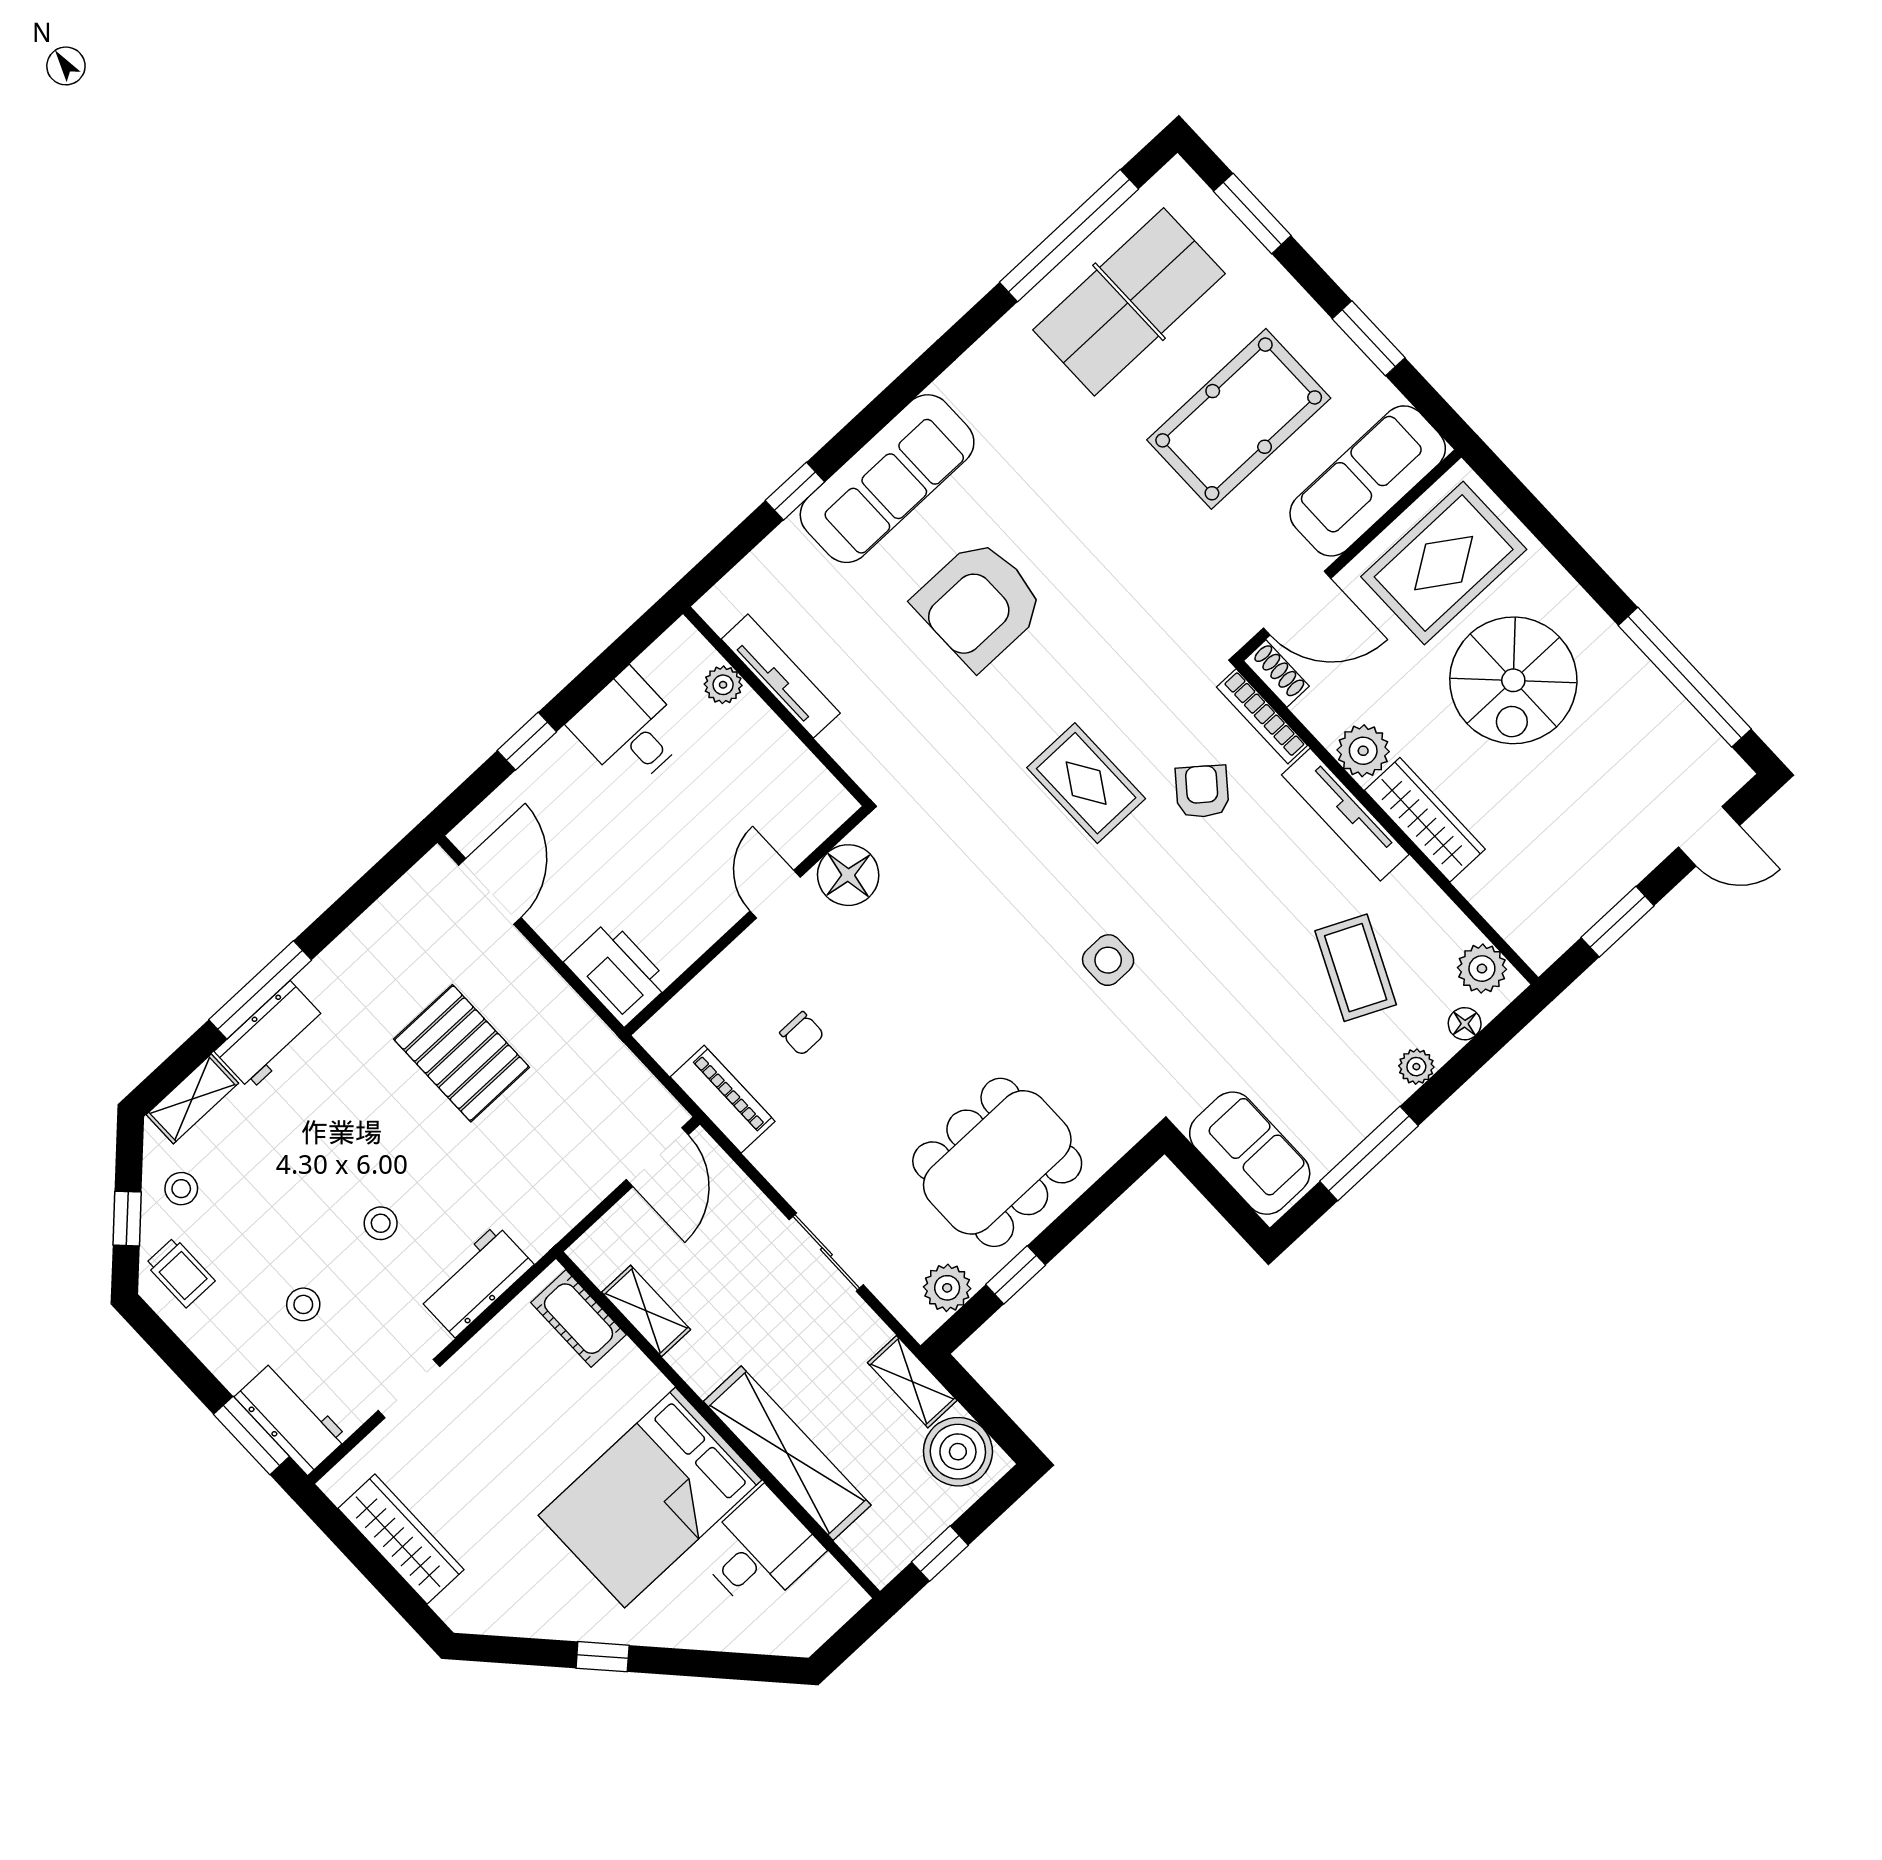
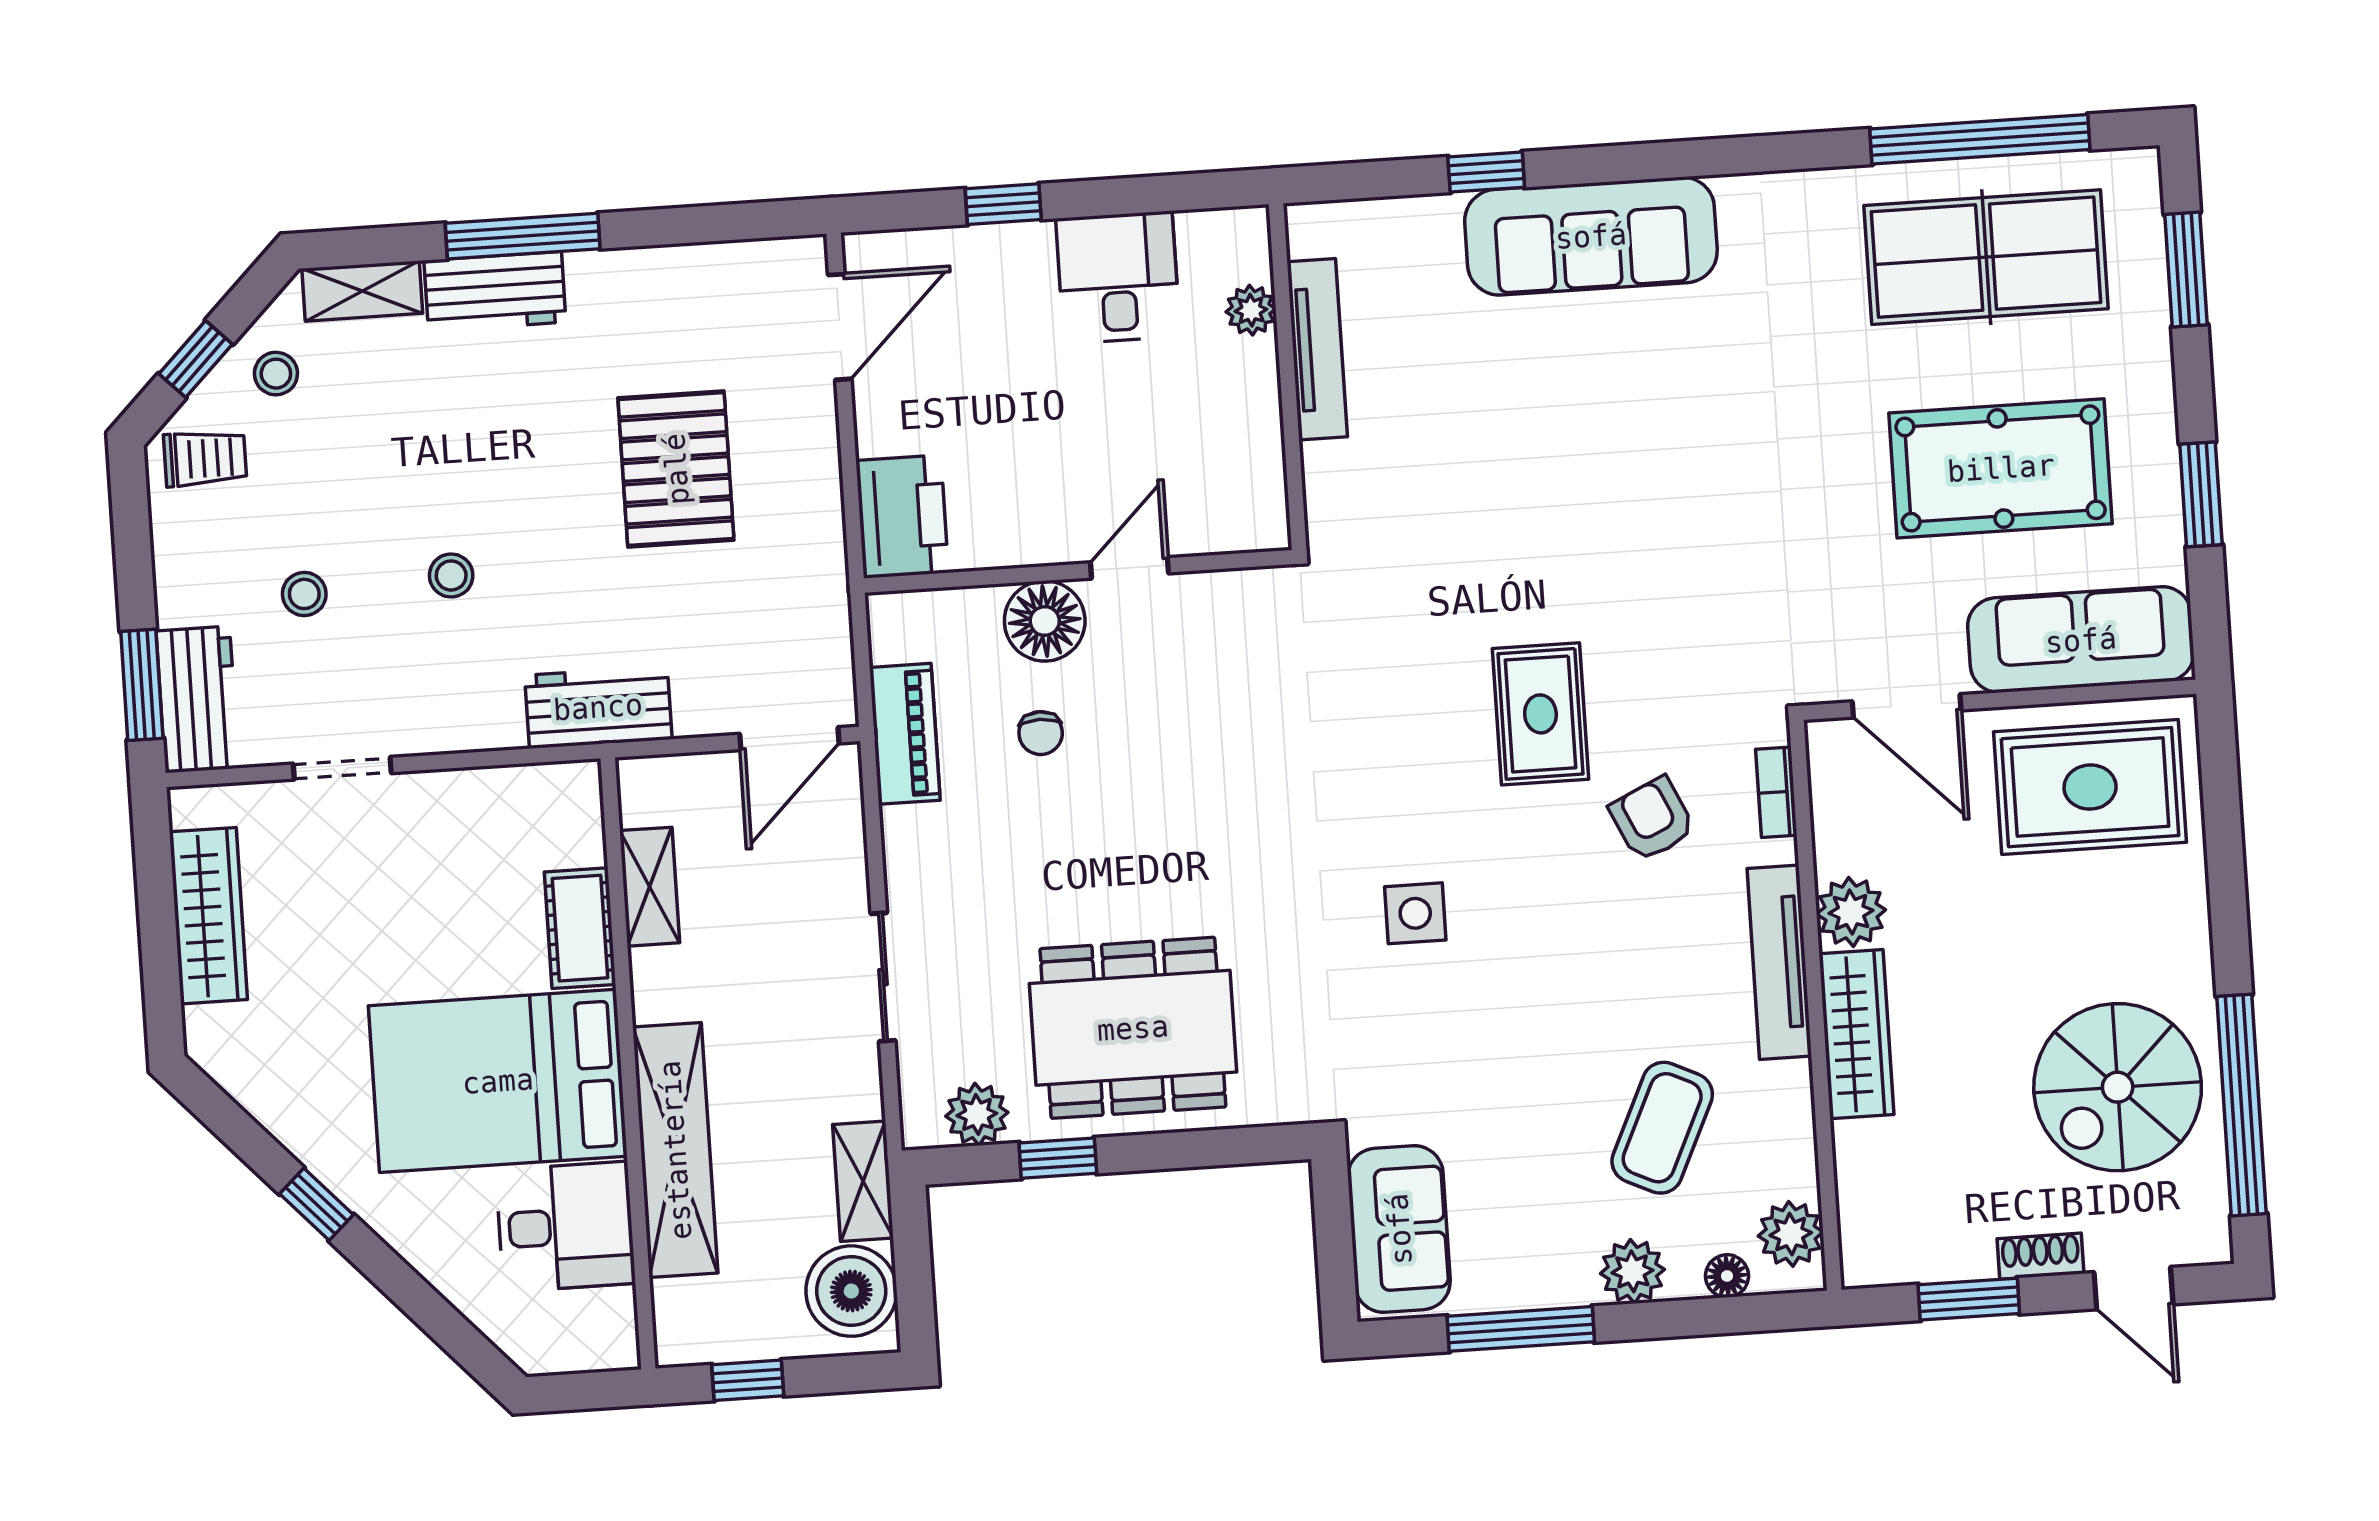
armchair: (979, 604) -> (1580, 441), removed
shoe rack: (1276, 674) -> (2041, 1256), moved, turned -90
spiral stairs: (1513, 680) -> (2118, 1087), moved
bookcase: (1262, 716) -> (1776, 792), width x0.64
armchair: (1202, 792) -> (1652, 819), turned -64
floor lamp: (848, 875) -> (1045, 621), moved
plant: (1416, 1067) -> (1632, 1271), width x1.38, depth x1.38
trolley: (180, 1272) -> (205, 458), turned -90
workbench: (476, 1281) -> (598, 707), moved
cot: (579, 1319) -> (580, 928), moved

